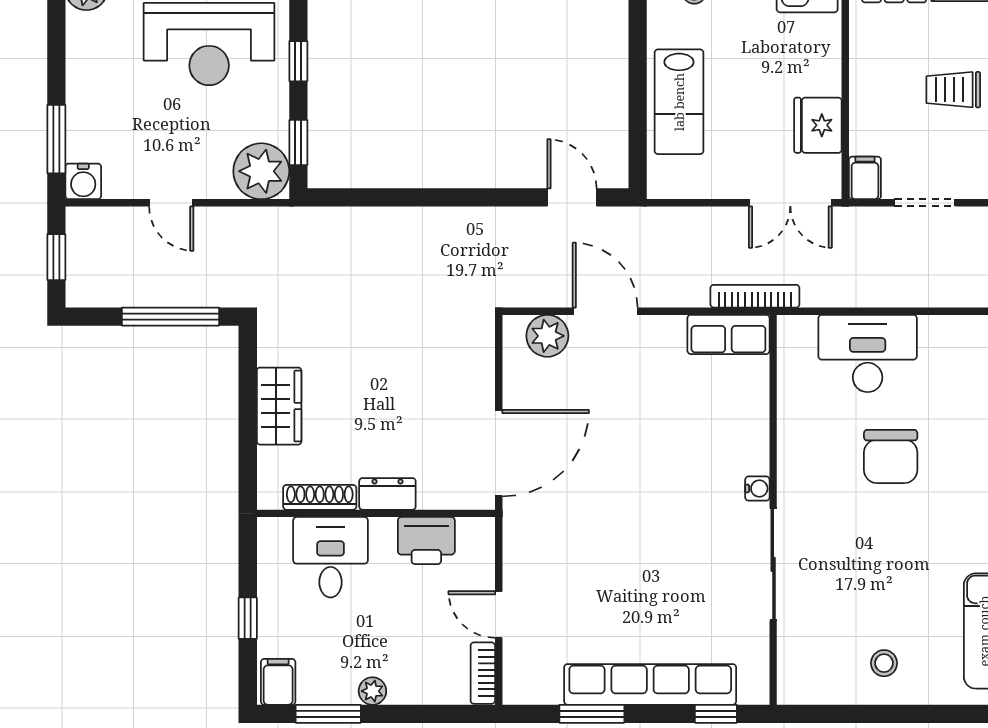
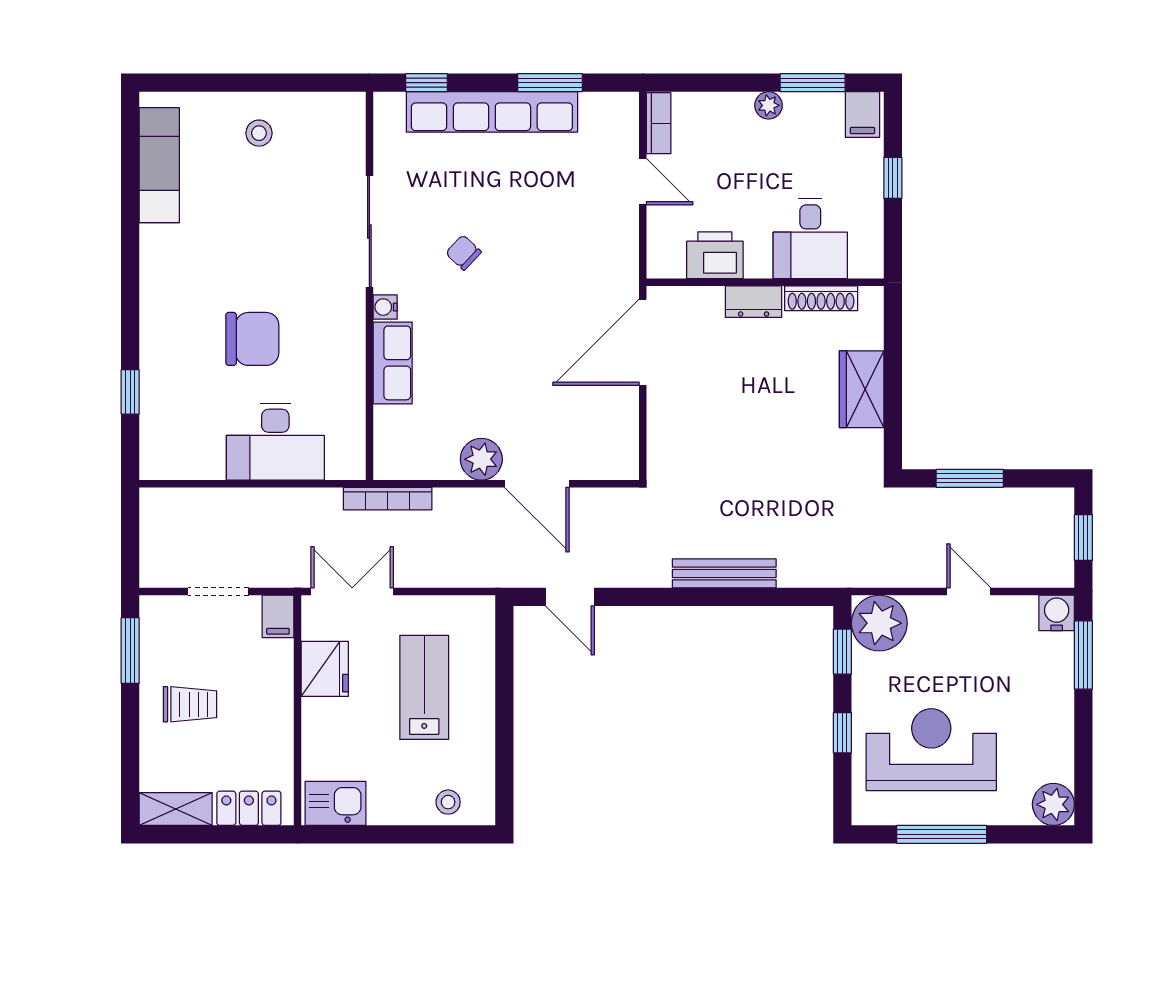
lab bench: (679, 102) -> (424, 687), moved
bench: (417, 221) -> (724, 573), added
window: (171, 317) -> (970, 478), width x0.69
row of seats: (728, 334) -> (393, 363), moved, turned 90
plant: (547, 336) -> (481, 459), moved
chair: (891, 456) -> (252, 339), turned 90
chair: (679, 543) -> (463, 253), added

